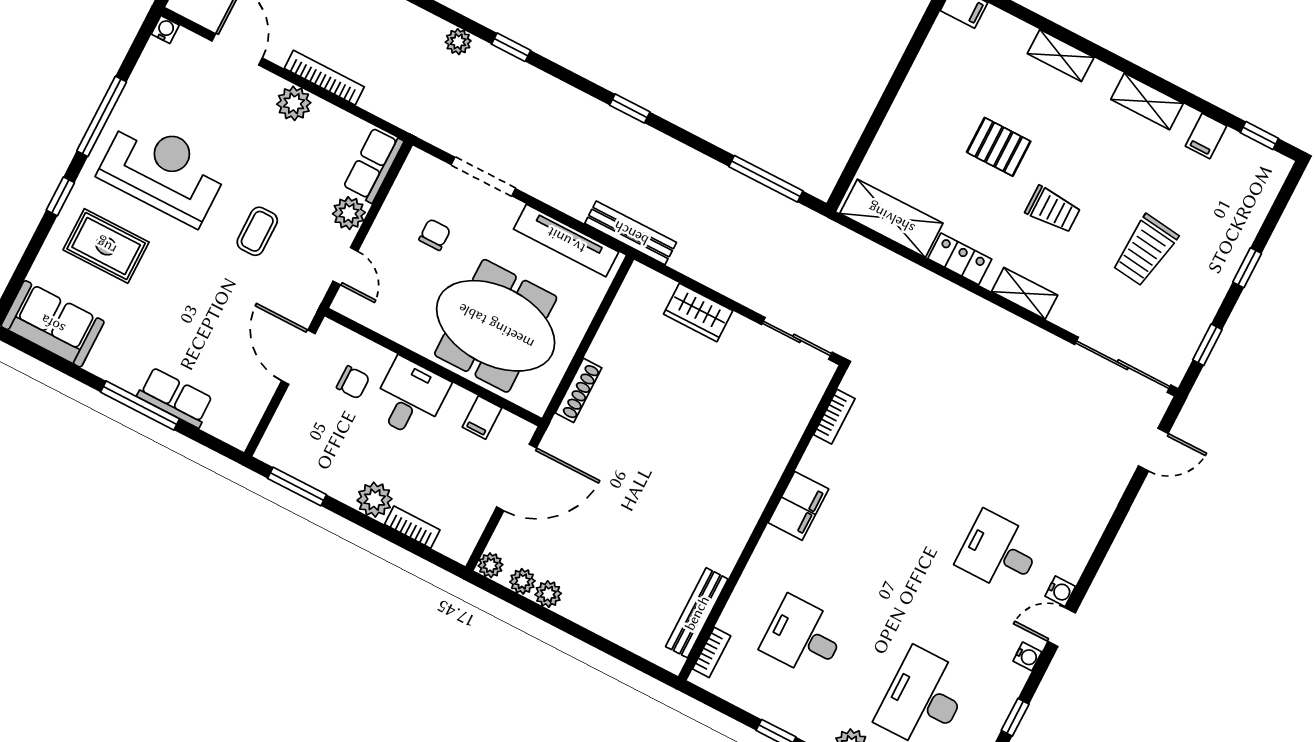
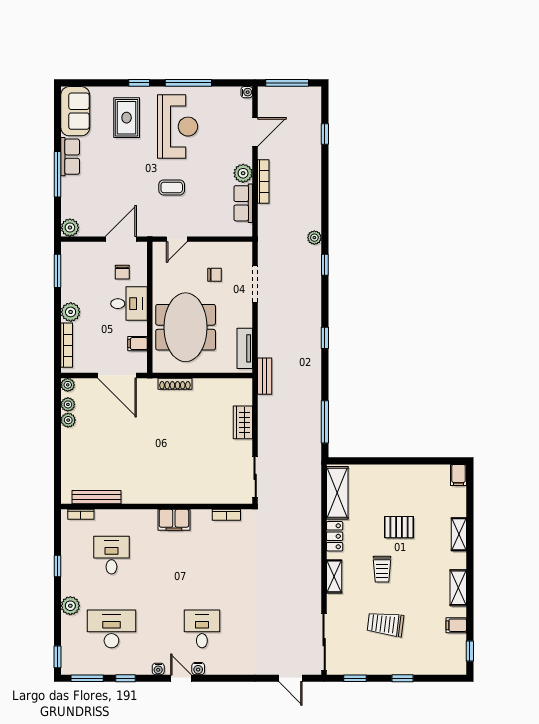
pallet: (999, 147) -> (399, 527), turned 90
row of seats: (373, 165) -> (243, 203), moved, turned -90
plant: (349, 213) -> (70, 228), moved
bench: (631, 233) -> (265, 376), width x0.73
tv unit: (566, 240) -> (245, 348), width x0.71
row of seats: (175, 398) -> (70, 157), moved
bookcase: (412, 527) -> (67, 345), width x1.56

